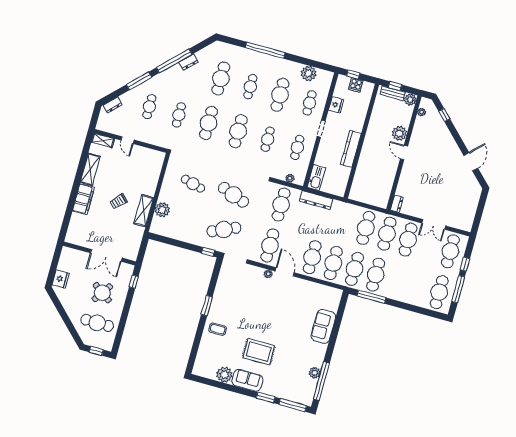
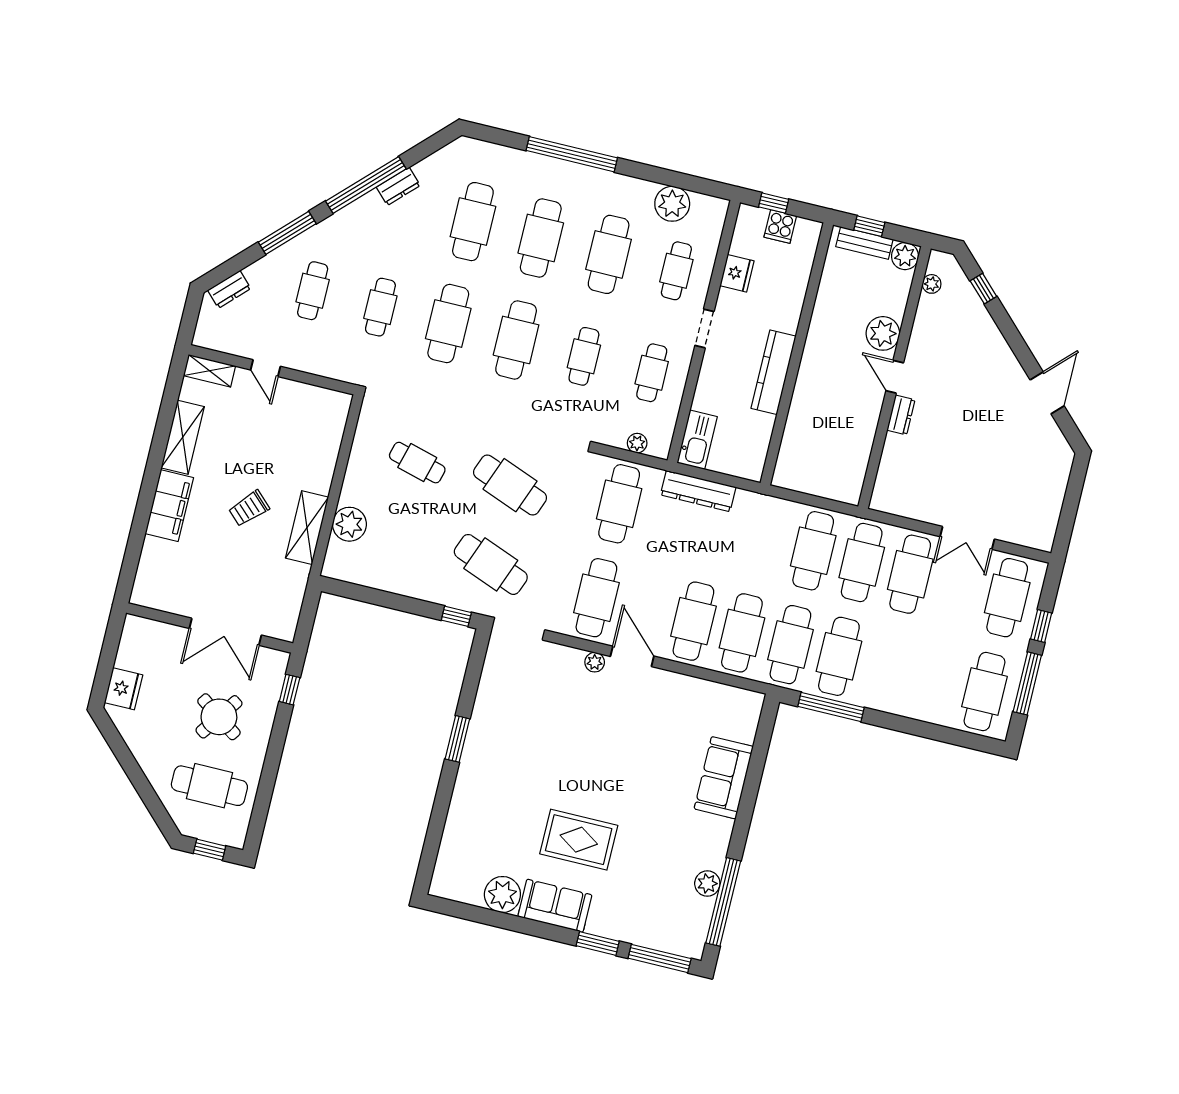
cafe table: (250, 87) -> (541, 238), width x1.37, depth x1.35
dresser: (397, 204) -> (901, 415), moved
cafe table: (224, 229) -> (491, 564), turned 45
coffee table: (218, 329) -> (484, 791), removed

